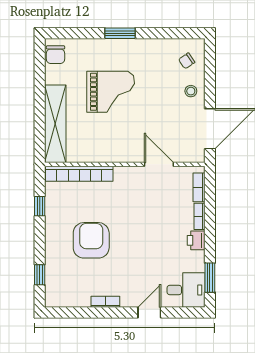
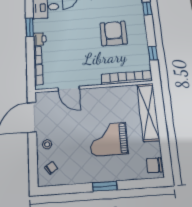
chair: (56, 55) -> (154, 165), turned -90
armchair: (91, 240) -> (113, 33), turned 180
window: (210, 278) -> (30, 27), moved

